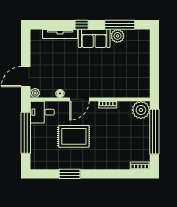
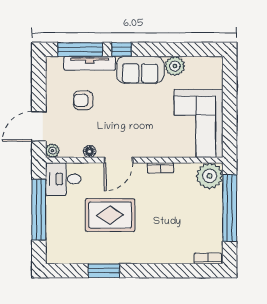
window: (120, 25) -> (80, 49), moved
armchair: (56, 59) -> (83, 100), added
corner sofa: (133, 75) -> (199, 123), added

